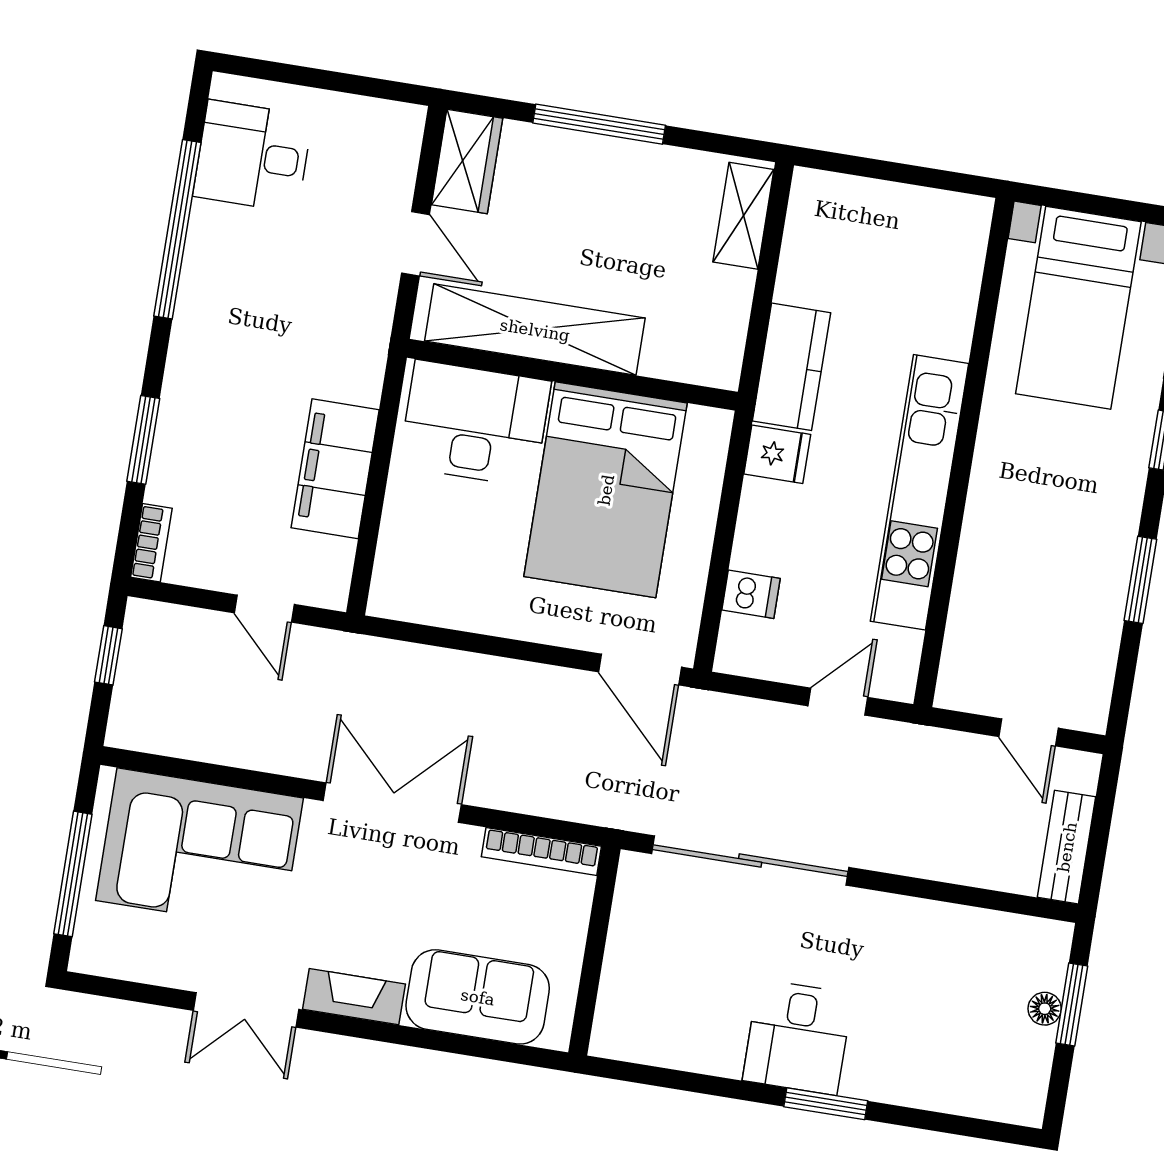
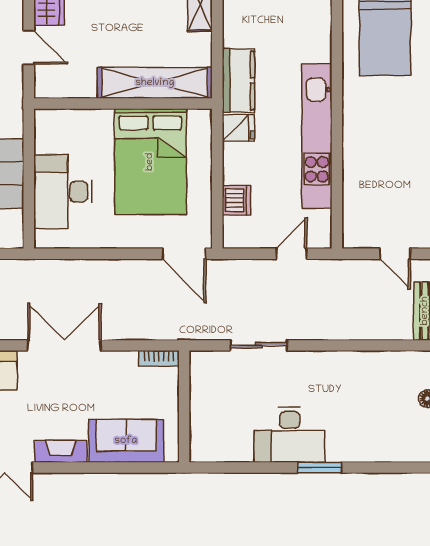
shelving: (535, 330) -> (155, 83), moved
desk: (475, 424) -> (63, 192), moved, turned -90
dishwasher: (751, 594) -> (236, 200), width x1.38
bookcase: (541, 851) -> (159, 358), width x0.64
sliding door: (750, 861) -> (259, 345), width x0.54
desk: (798, 1037) -> (289, 435), width x1.37

